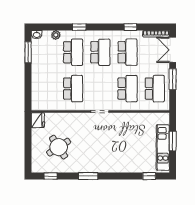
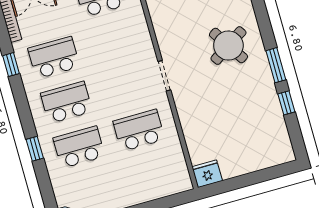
plant: (56, 35) -> (59, 184), removed
school desk: (128, 89) -> (114, 41), removed
round table: (59, 147) -> (228, 46), moved
window: (51, 176) -> (286, 103), moved

